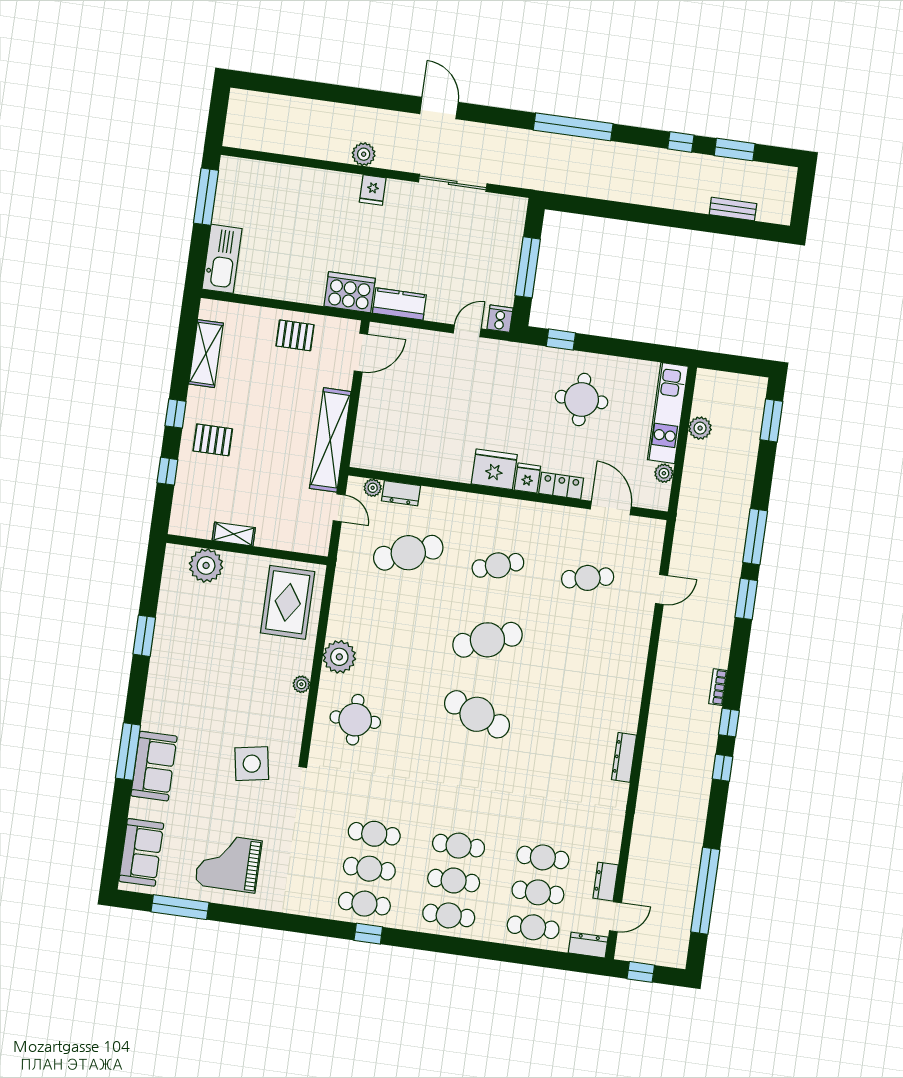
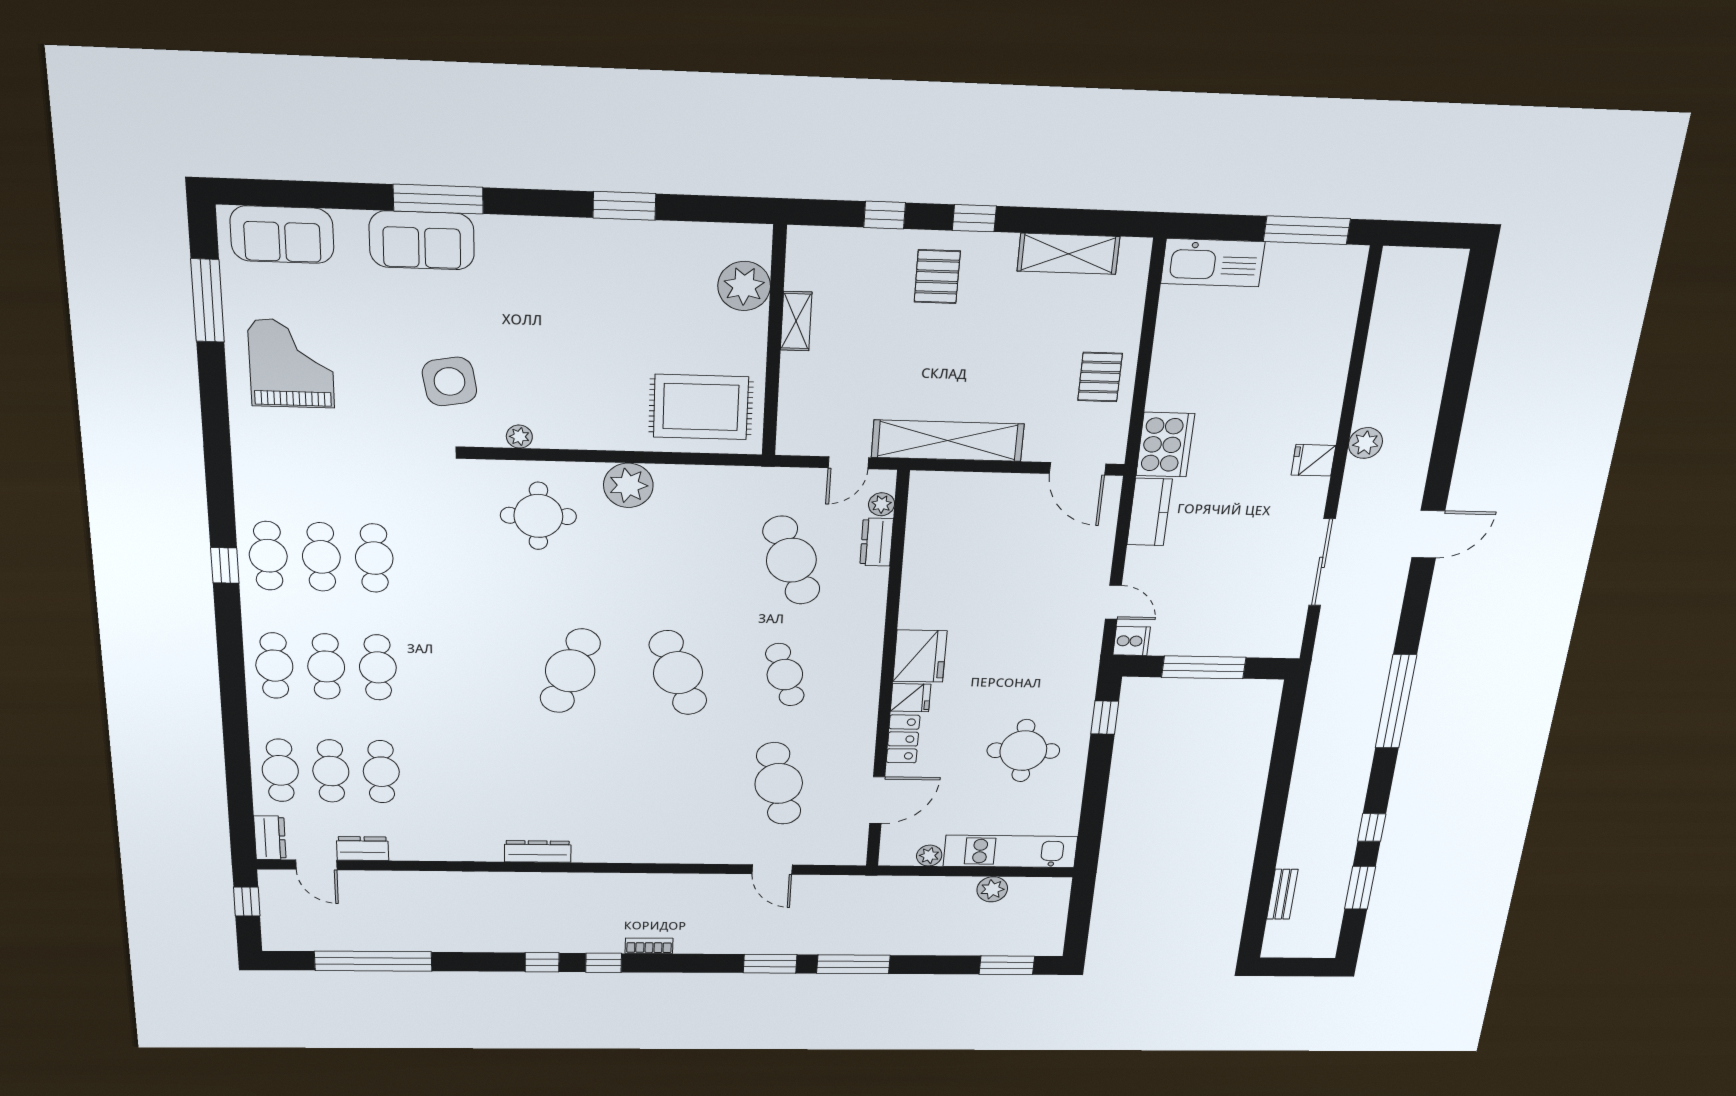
cafe table: (588, 578) -> (779, 783), width x1.37, depth x1.35
plant: (301, 684) -> (519, 437), moved

